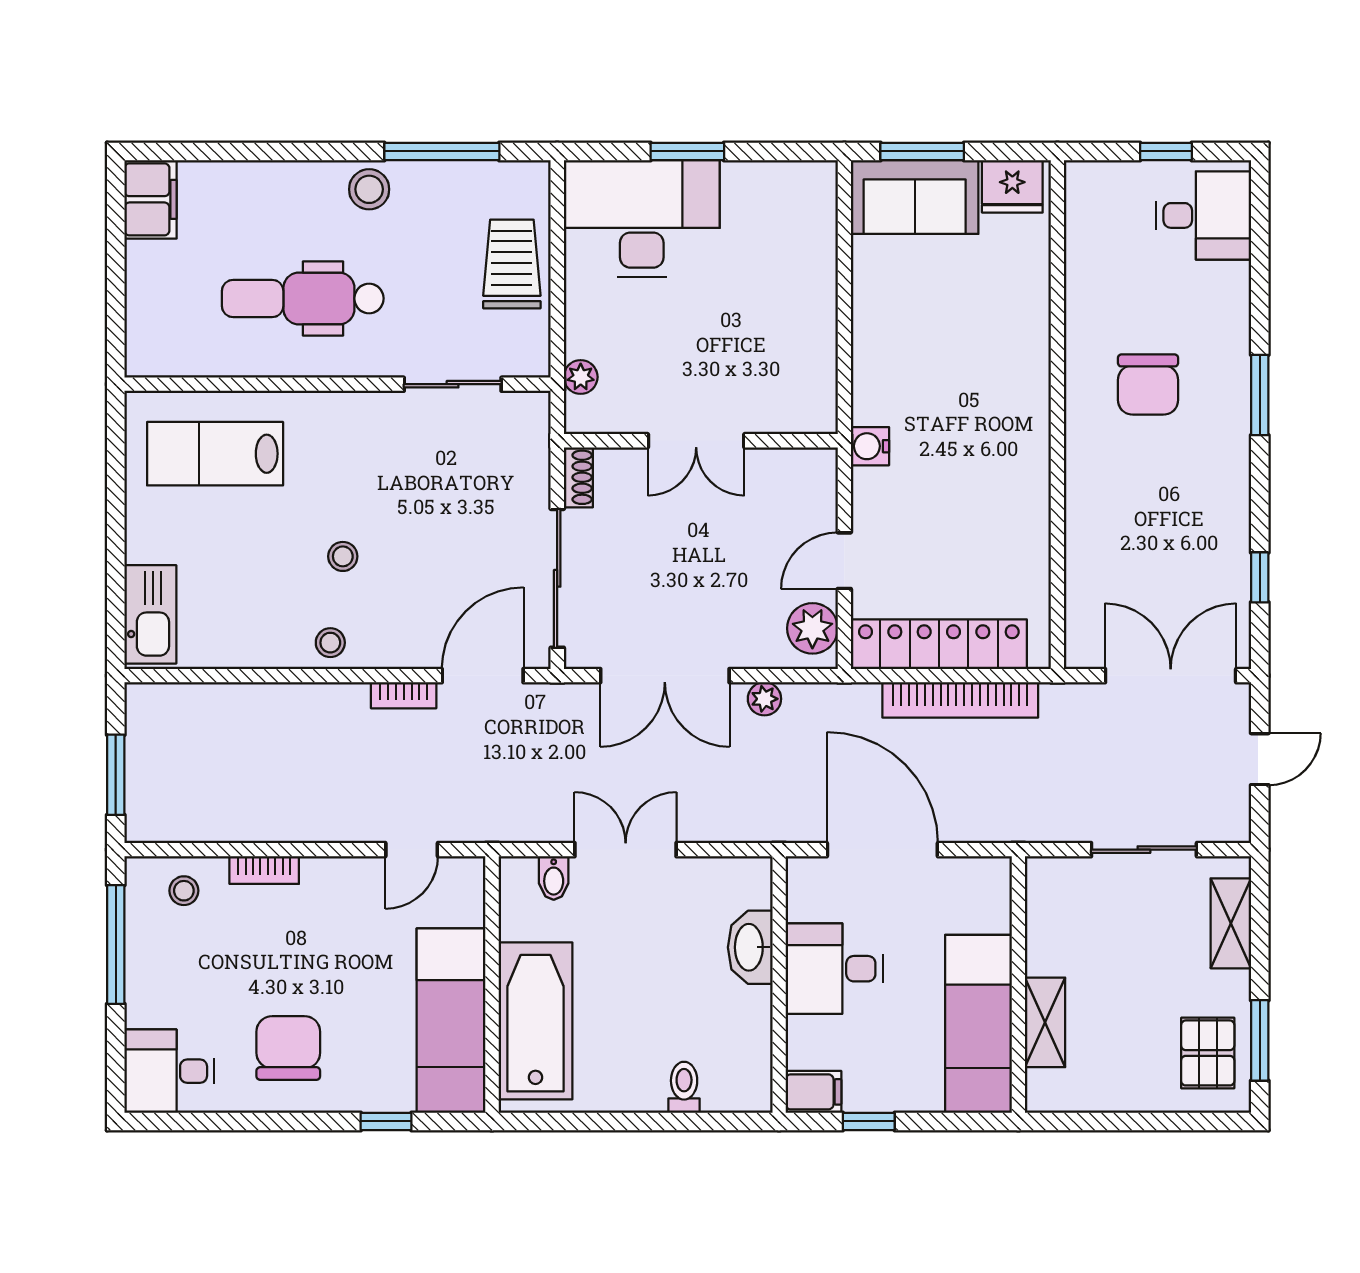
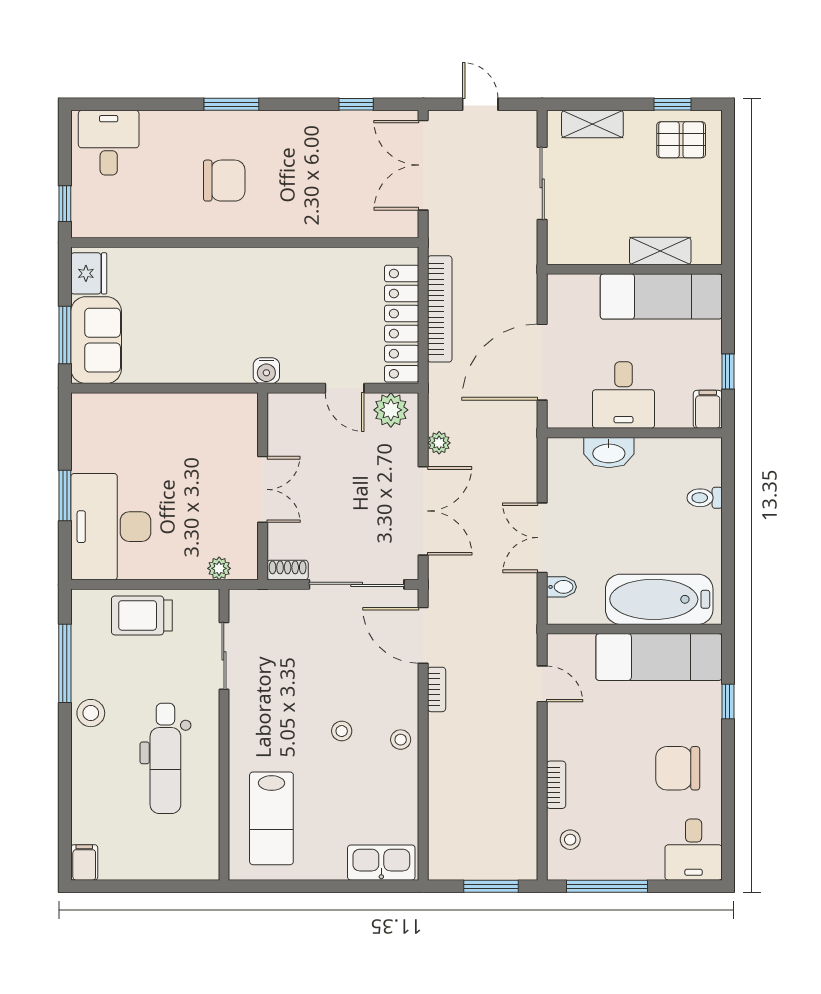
window: (1166, 151) -> (65, 204), moved
filing cabinet: (151, 199) -> (84, 862), width x0.50
window: (1260, 1040) -> (673, 104), width x0.67

